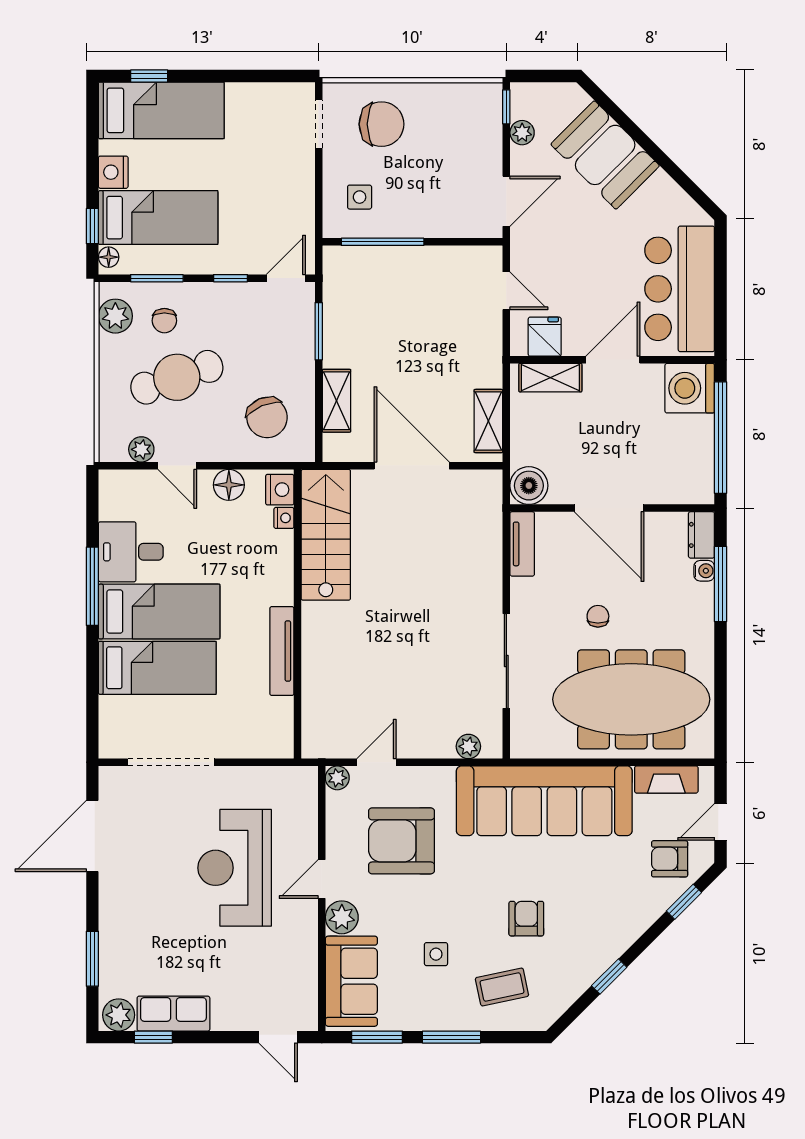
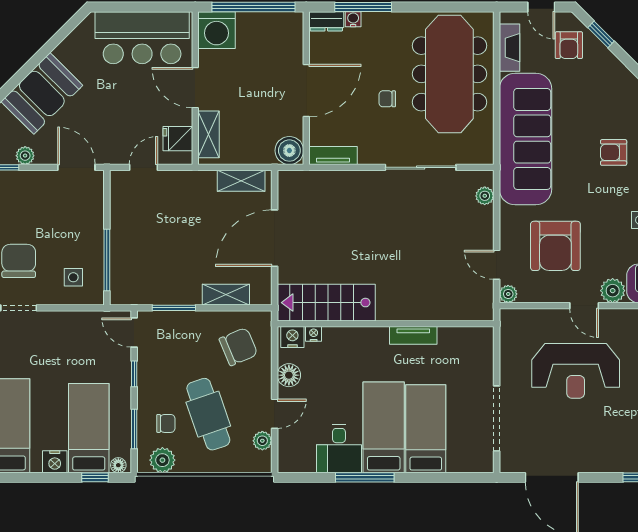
tv unit: (282, 651) -> (413, 335), width x0.71

